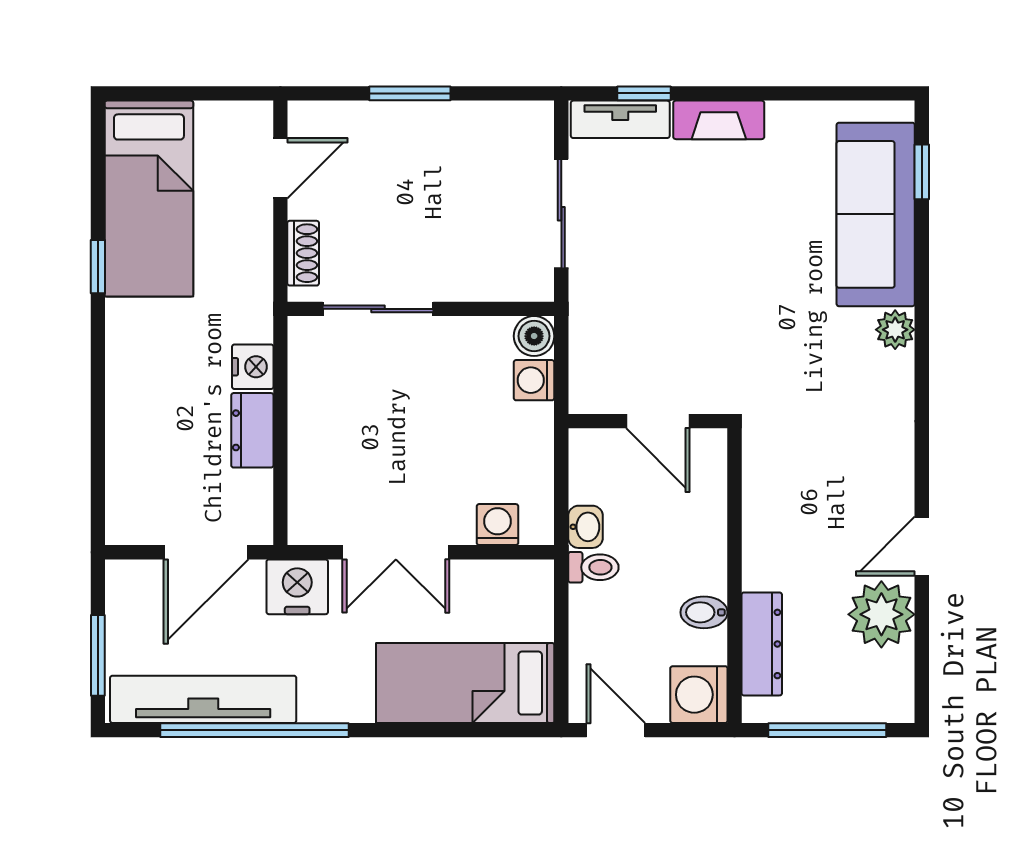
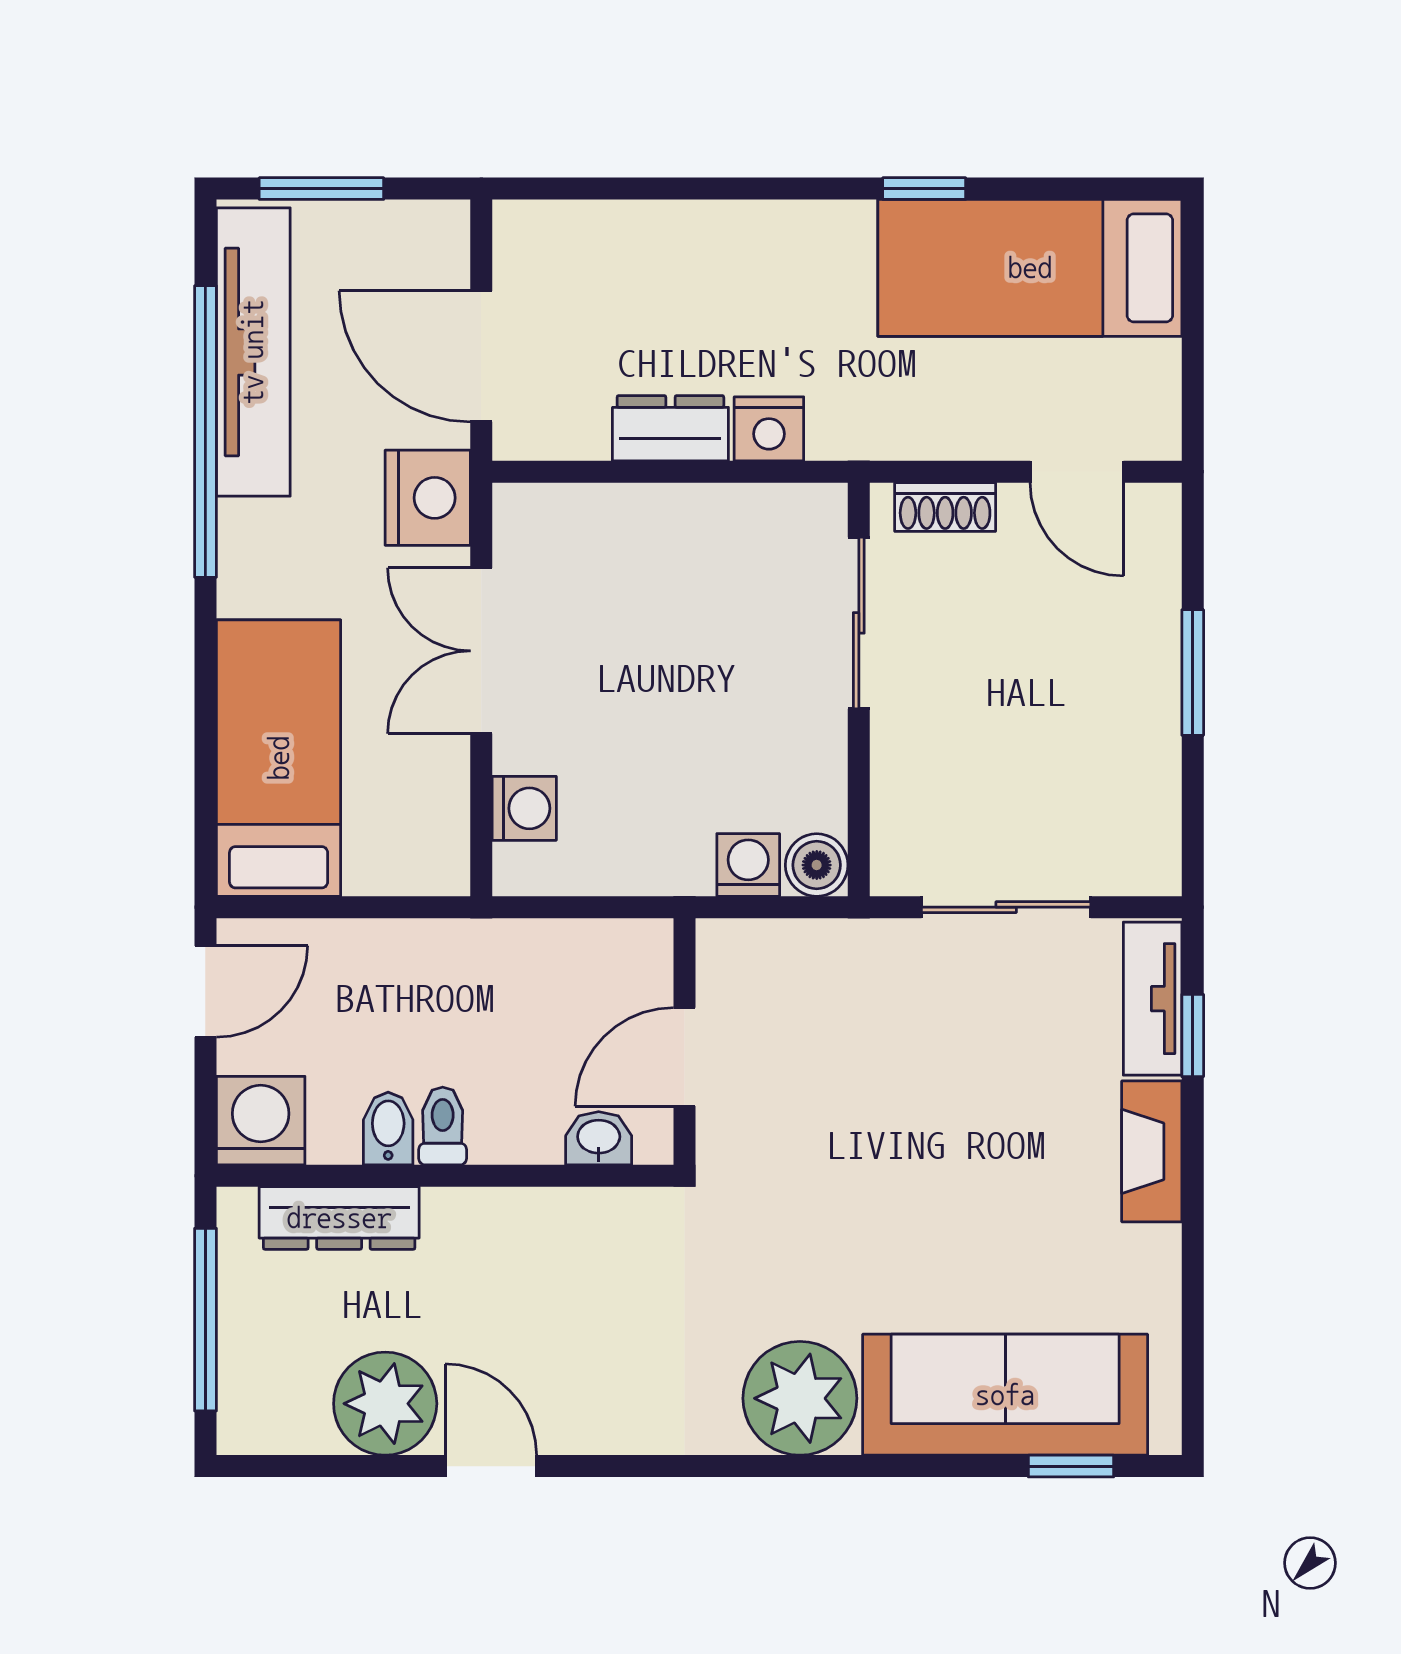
plant: (895, 330) -> (800, 1398), width x1.88, depth x1.88
washbasin: (585, 527) -> (599, 1138), moved, turned 180
toilet: (593, 567) -> (443, 1126), moved, turned 180

